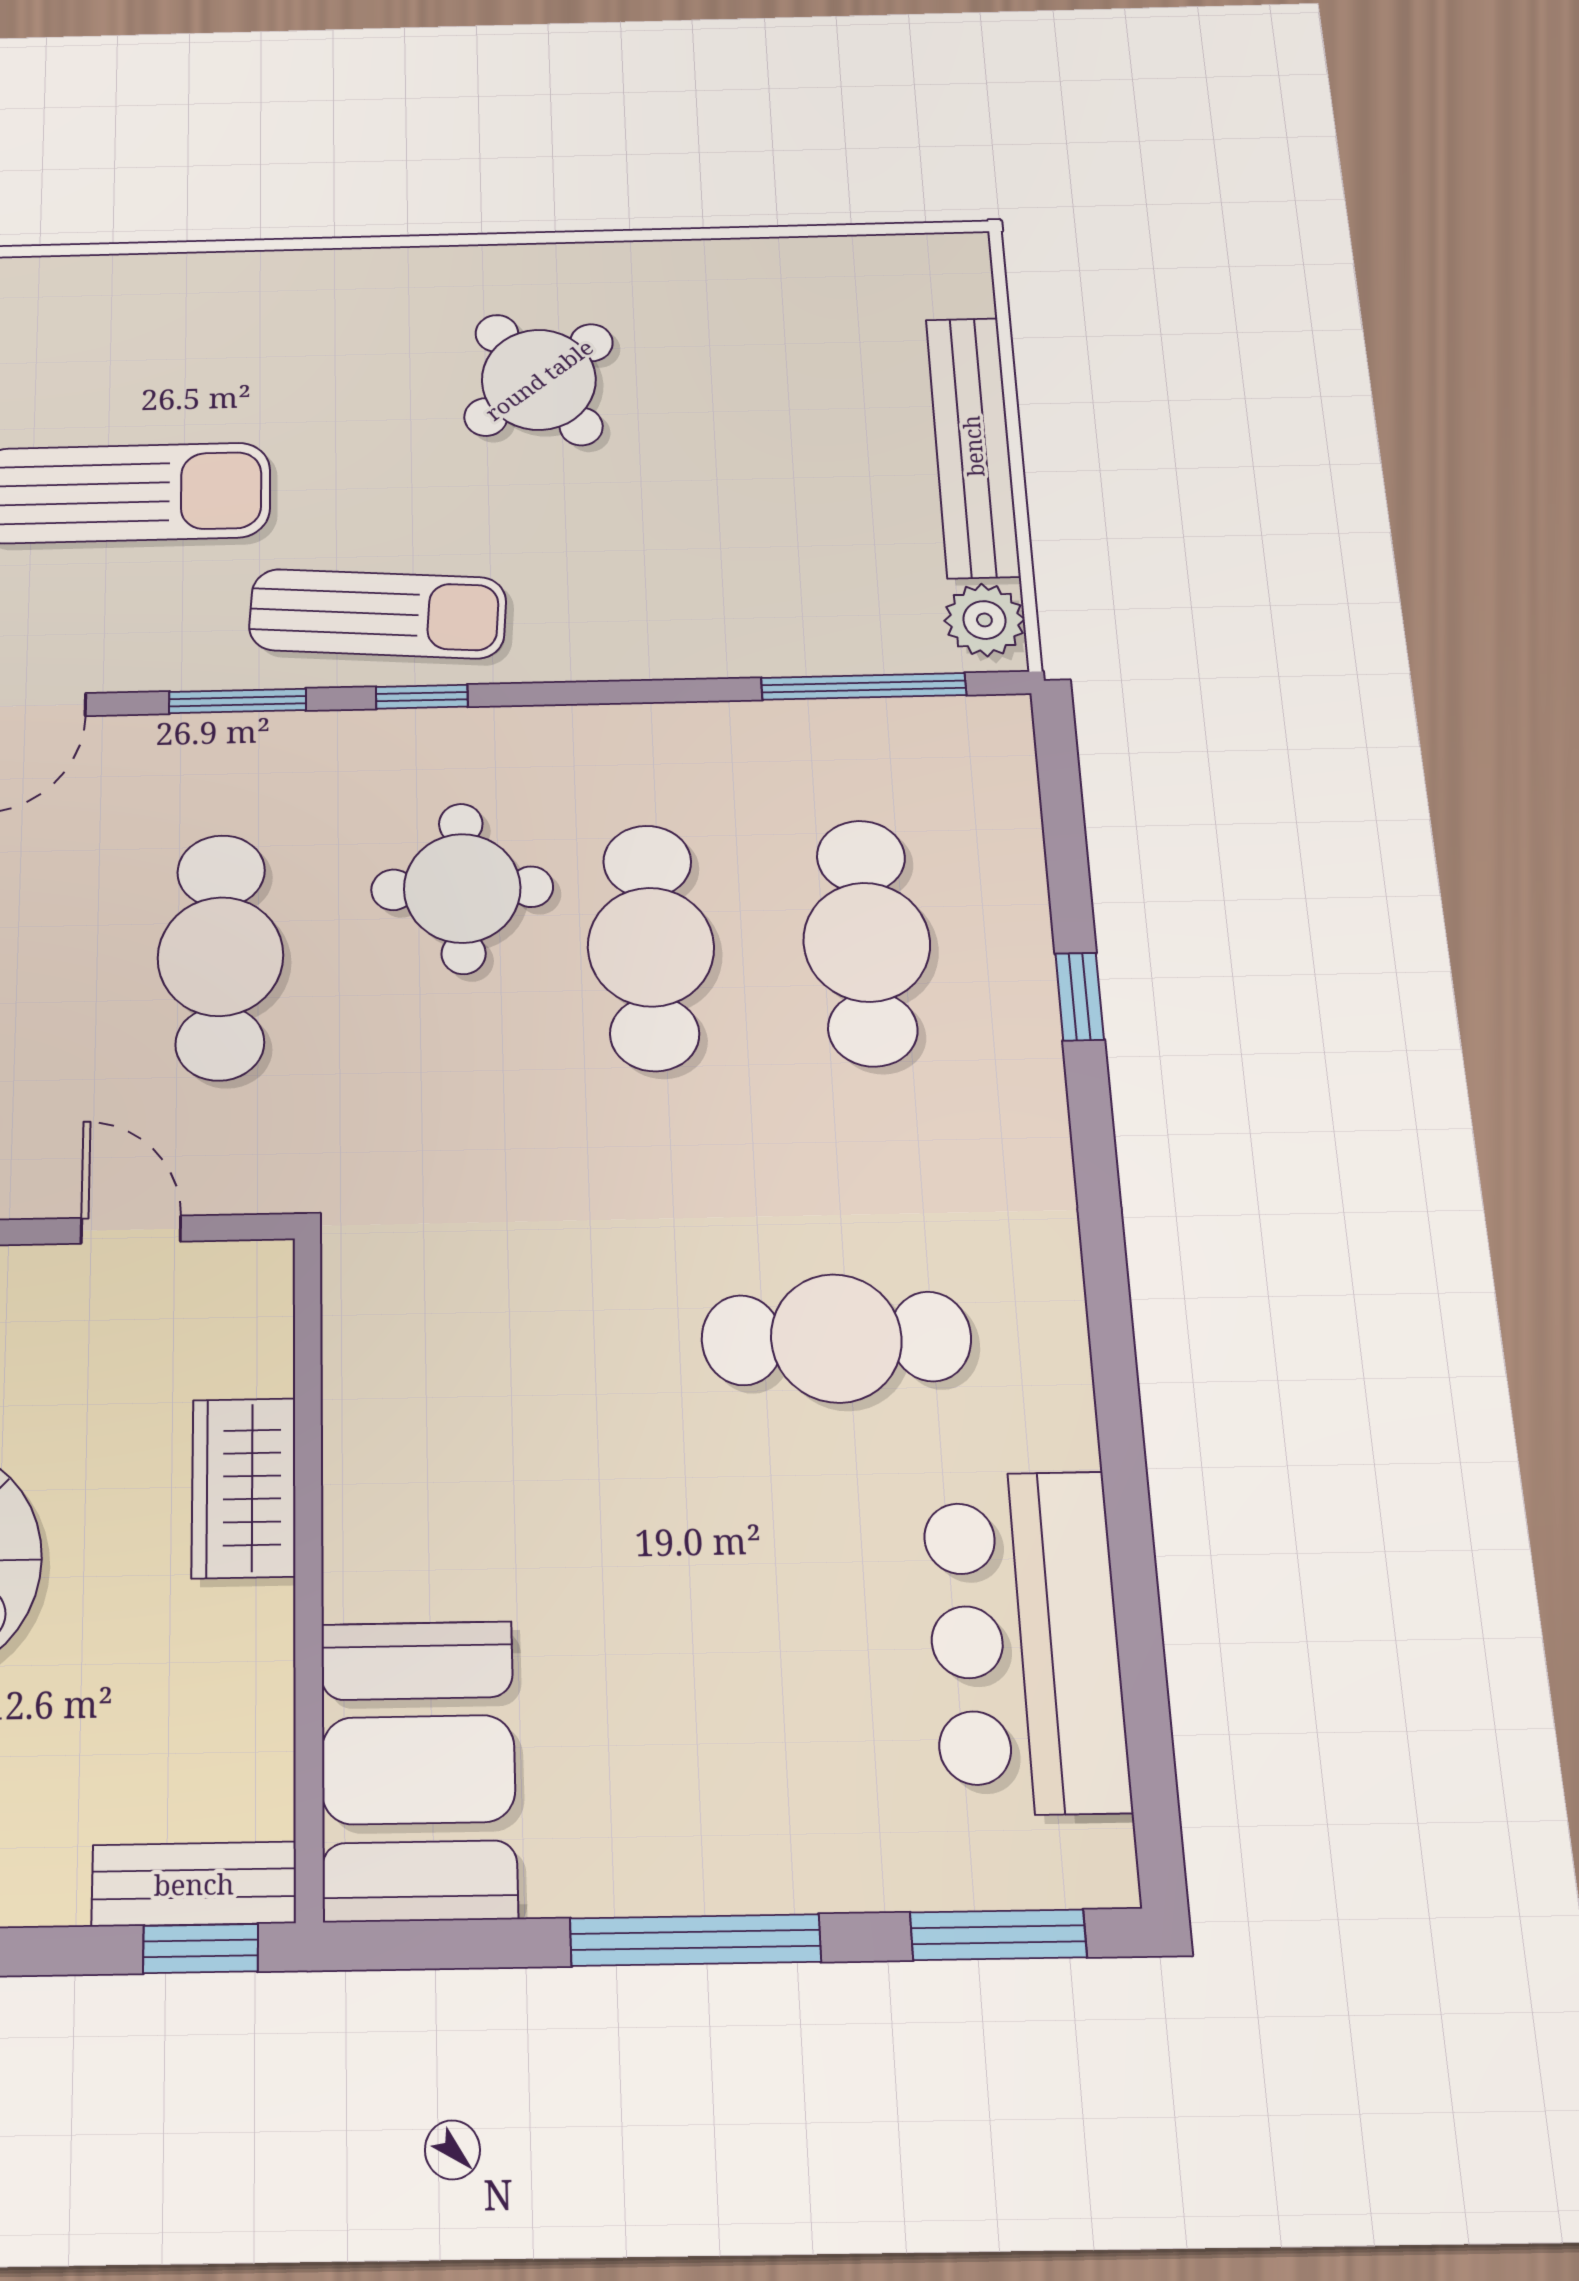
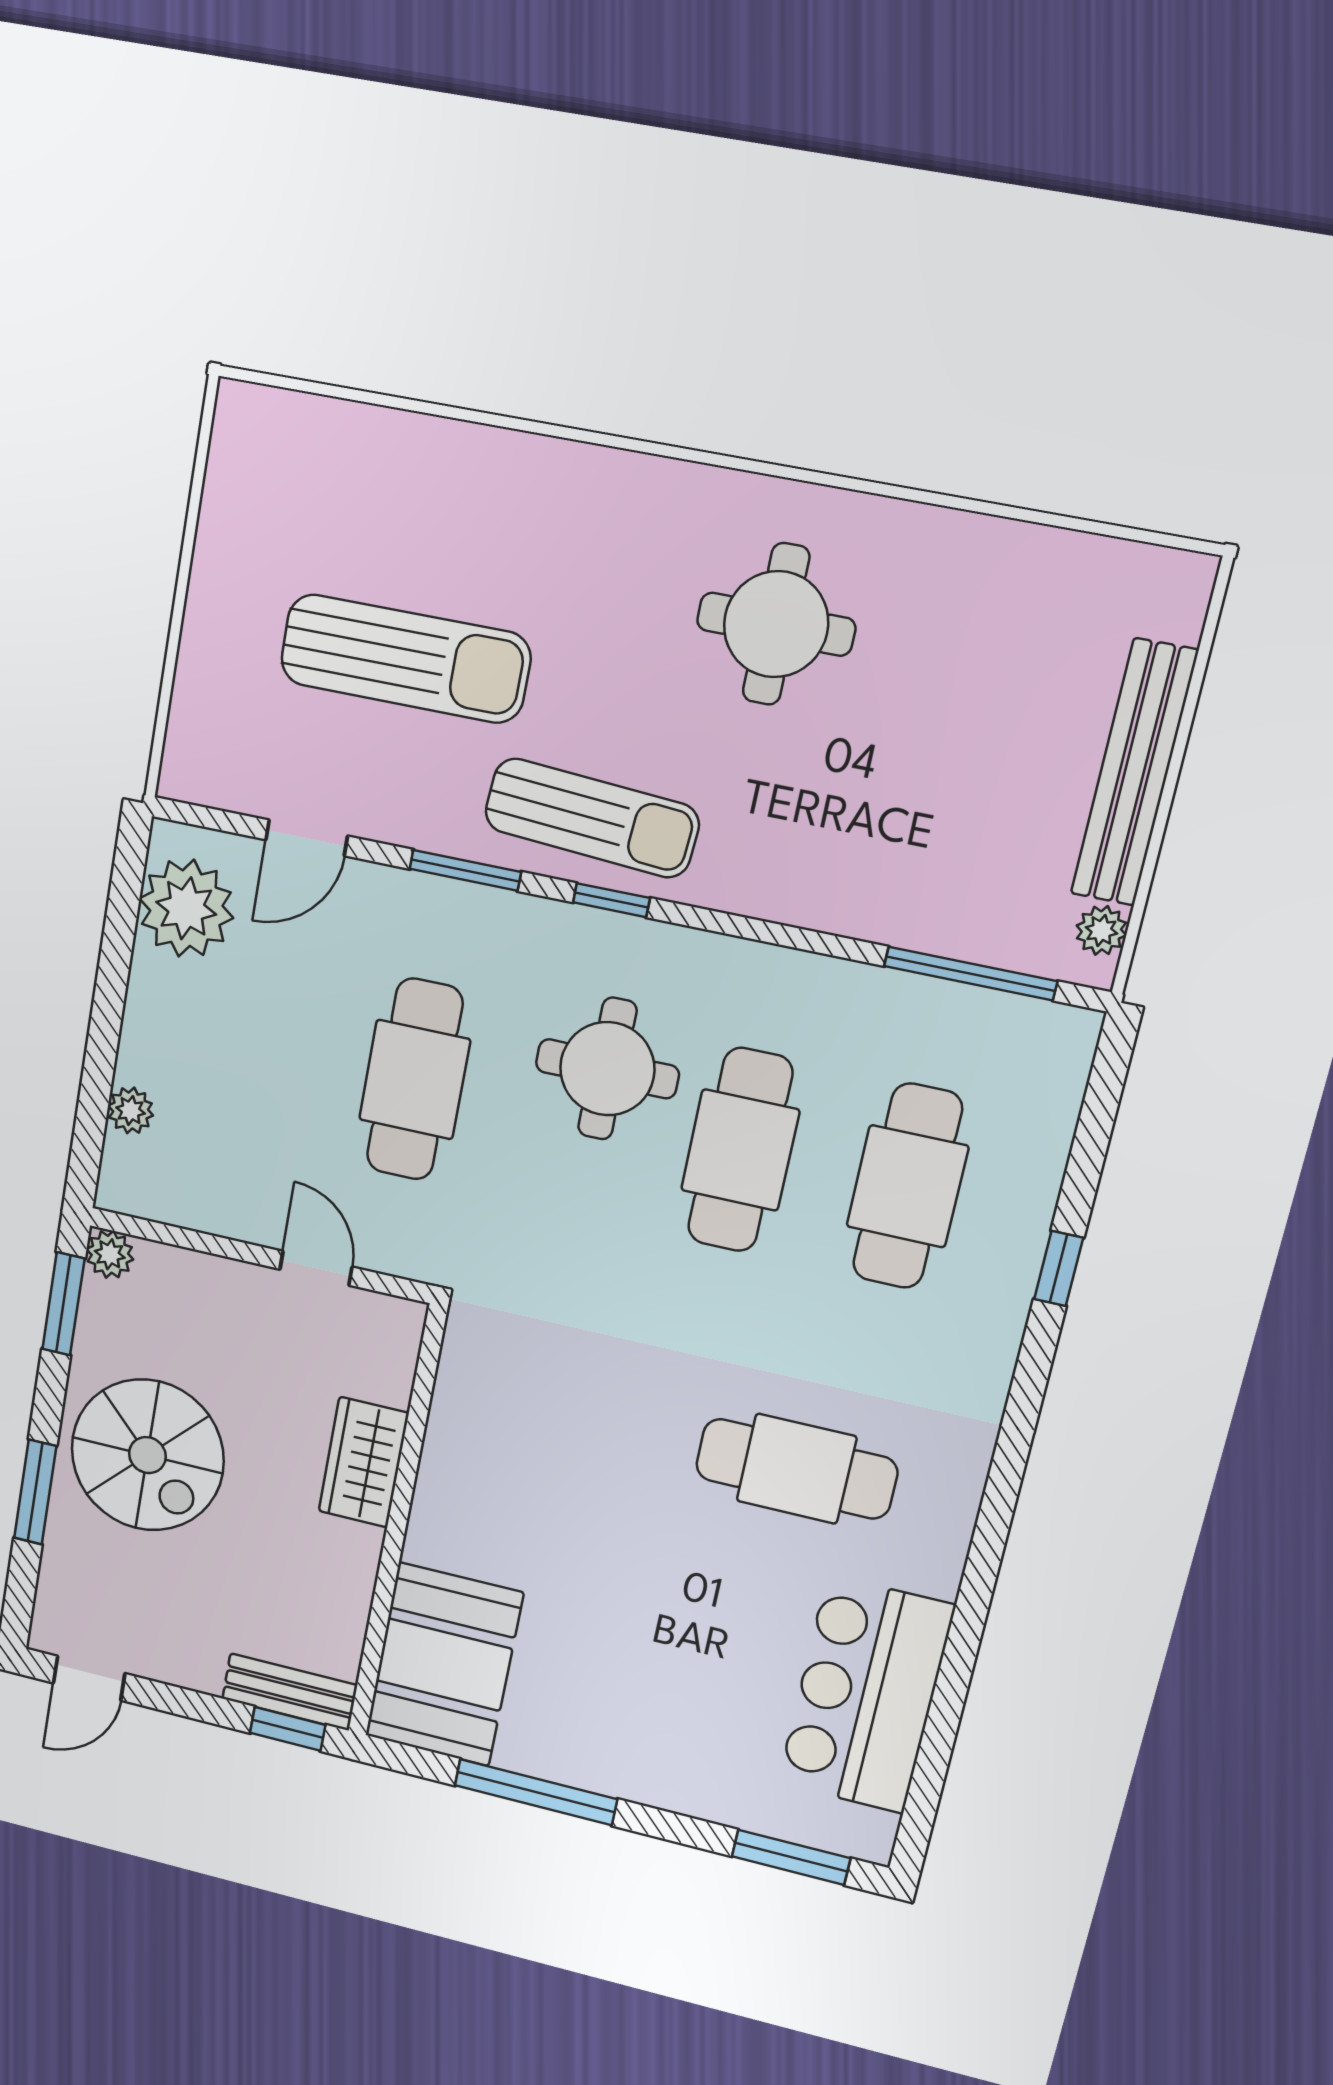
round table: (539, 380) -> (776, 624), turned 37
plant: (984, 620) -> (1101, 930), width x0.73, depth x0.73
window: (695, 1940) -> (536, 1792), moved

